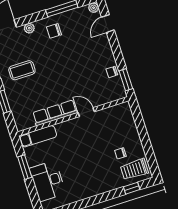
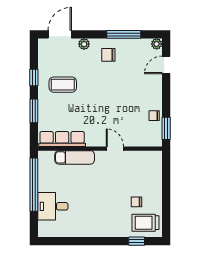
row of seats: (55, 113) -> (62, 139), moved
exam couch: (38, 136) -> (75, 157), moved
window: (25, 167) -> (34, 185), width x2.11
desk: (48, 181) -> (53, 206), width x0.73

